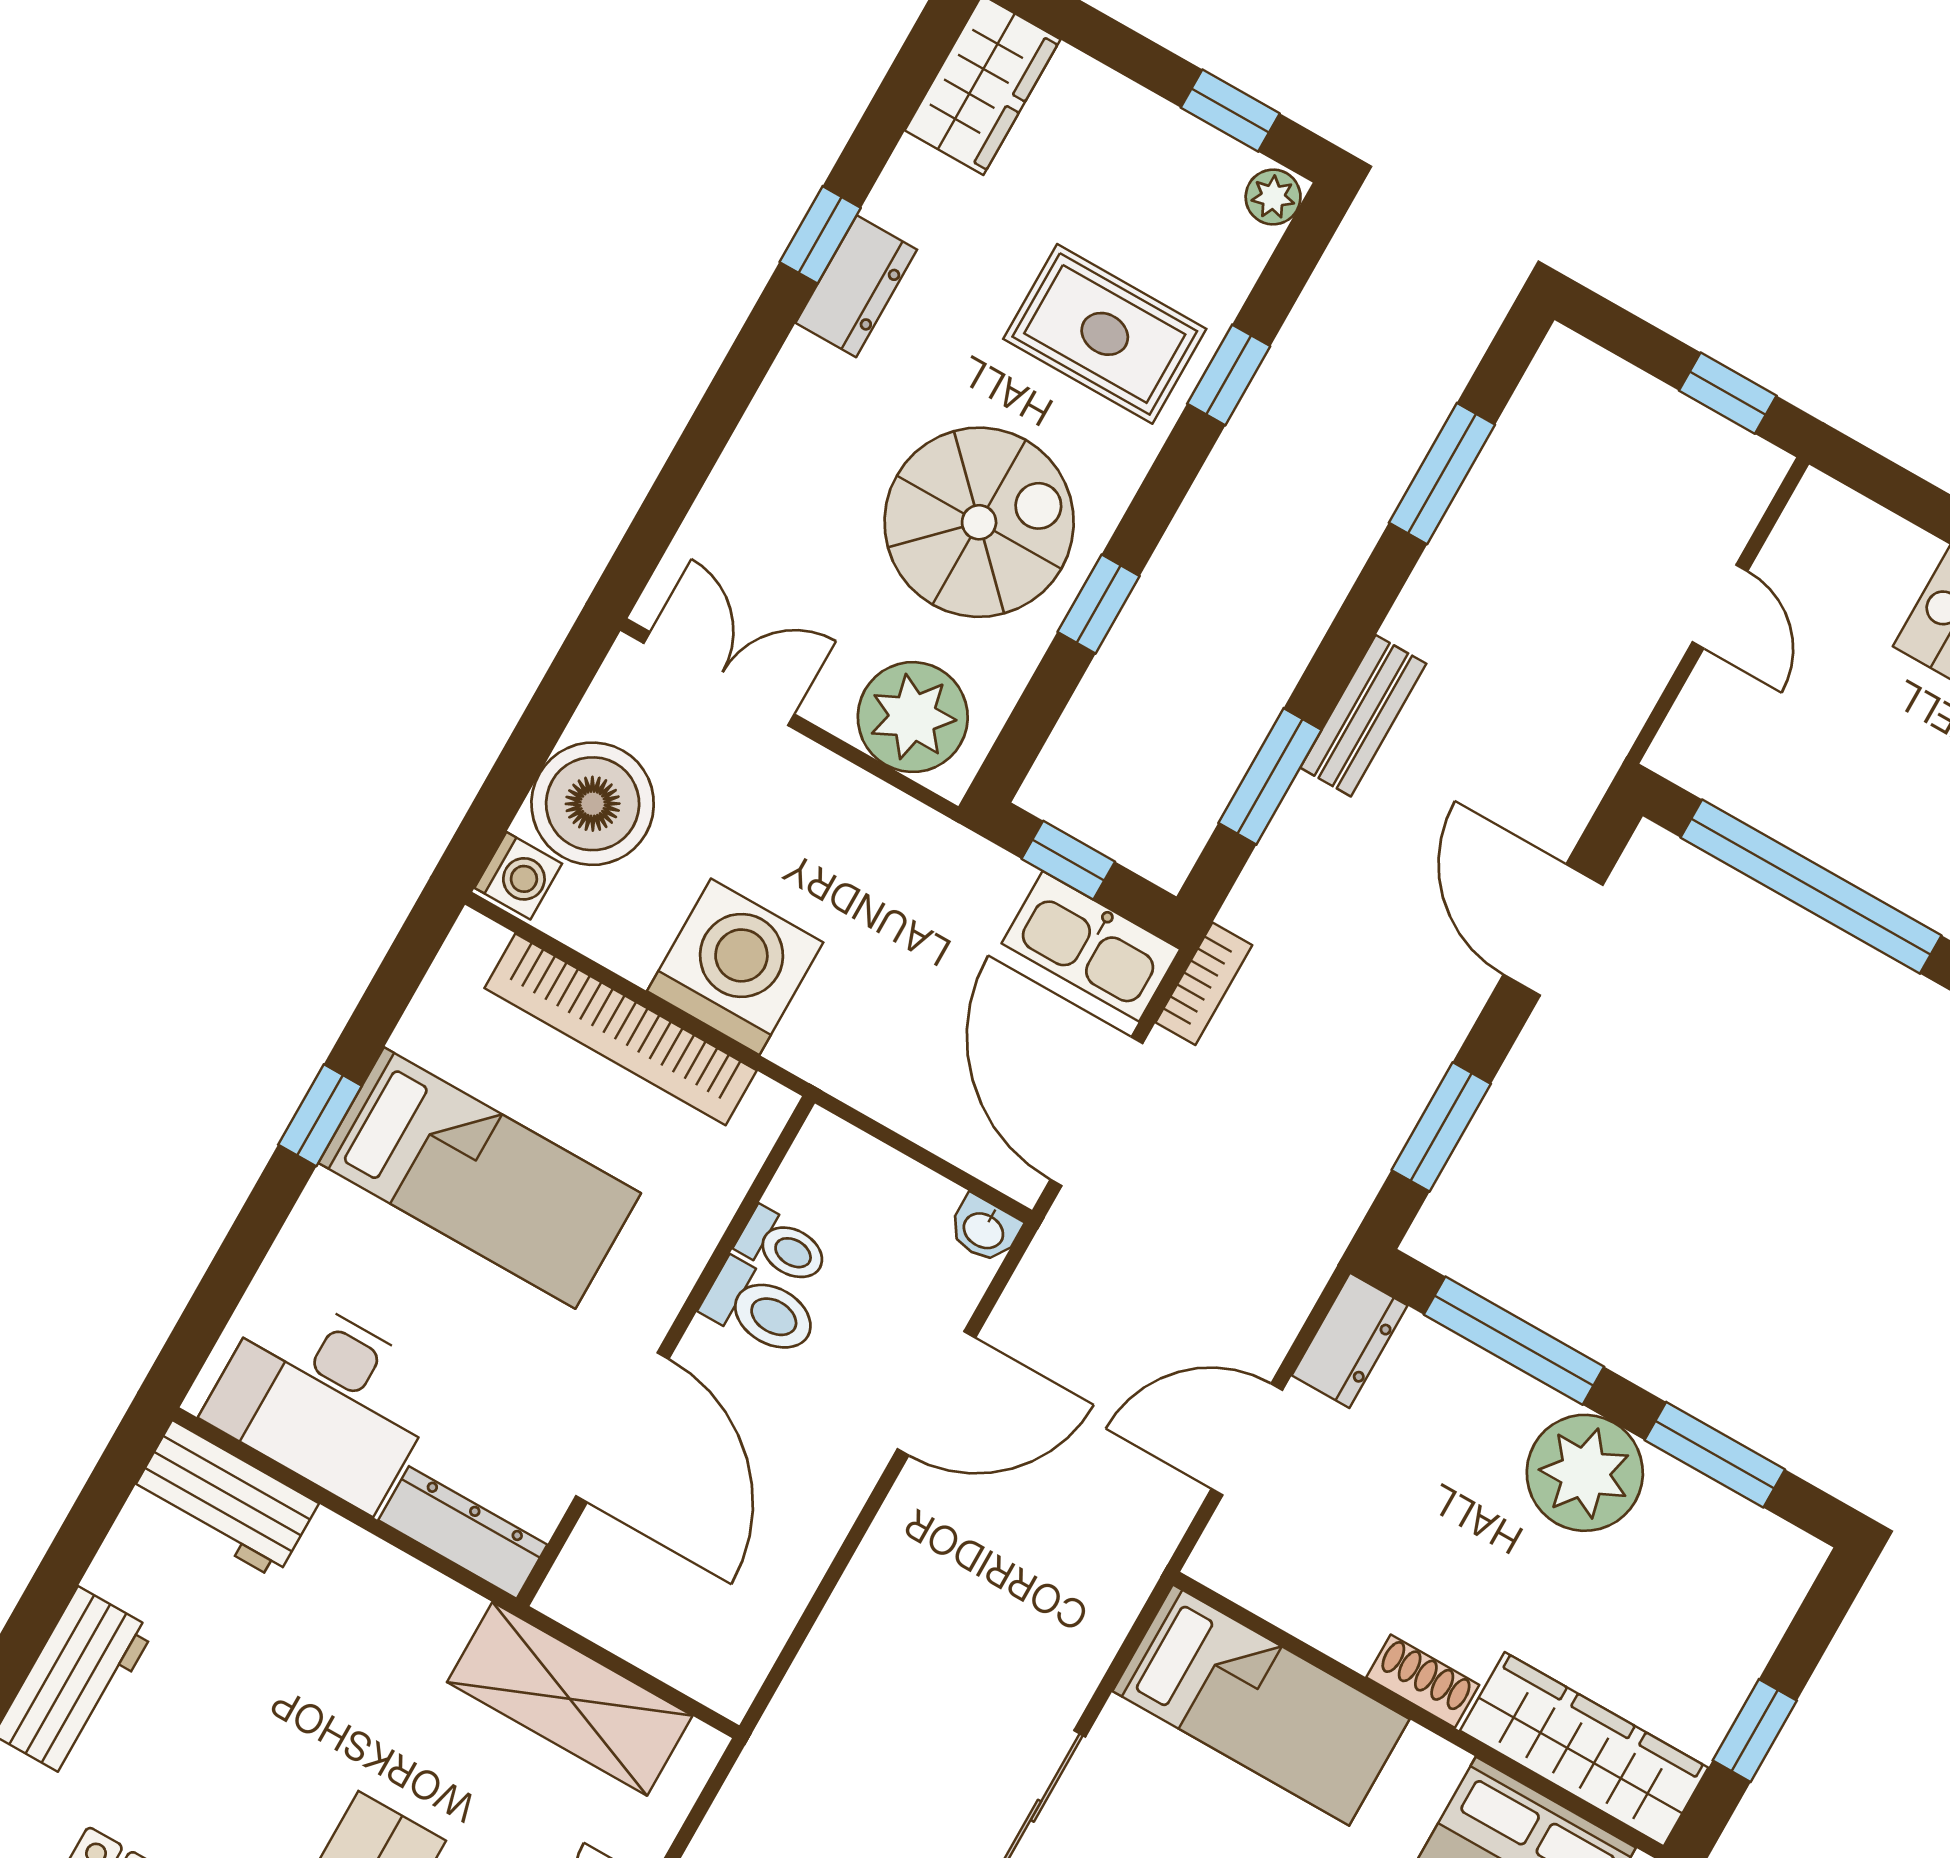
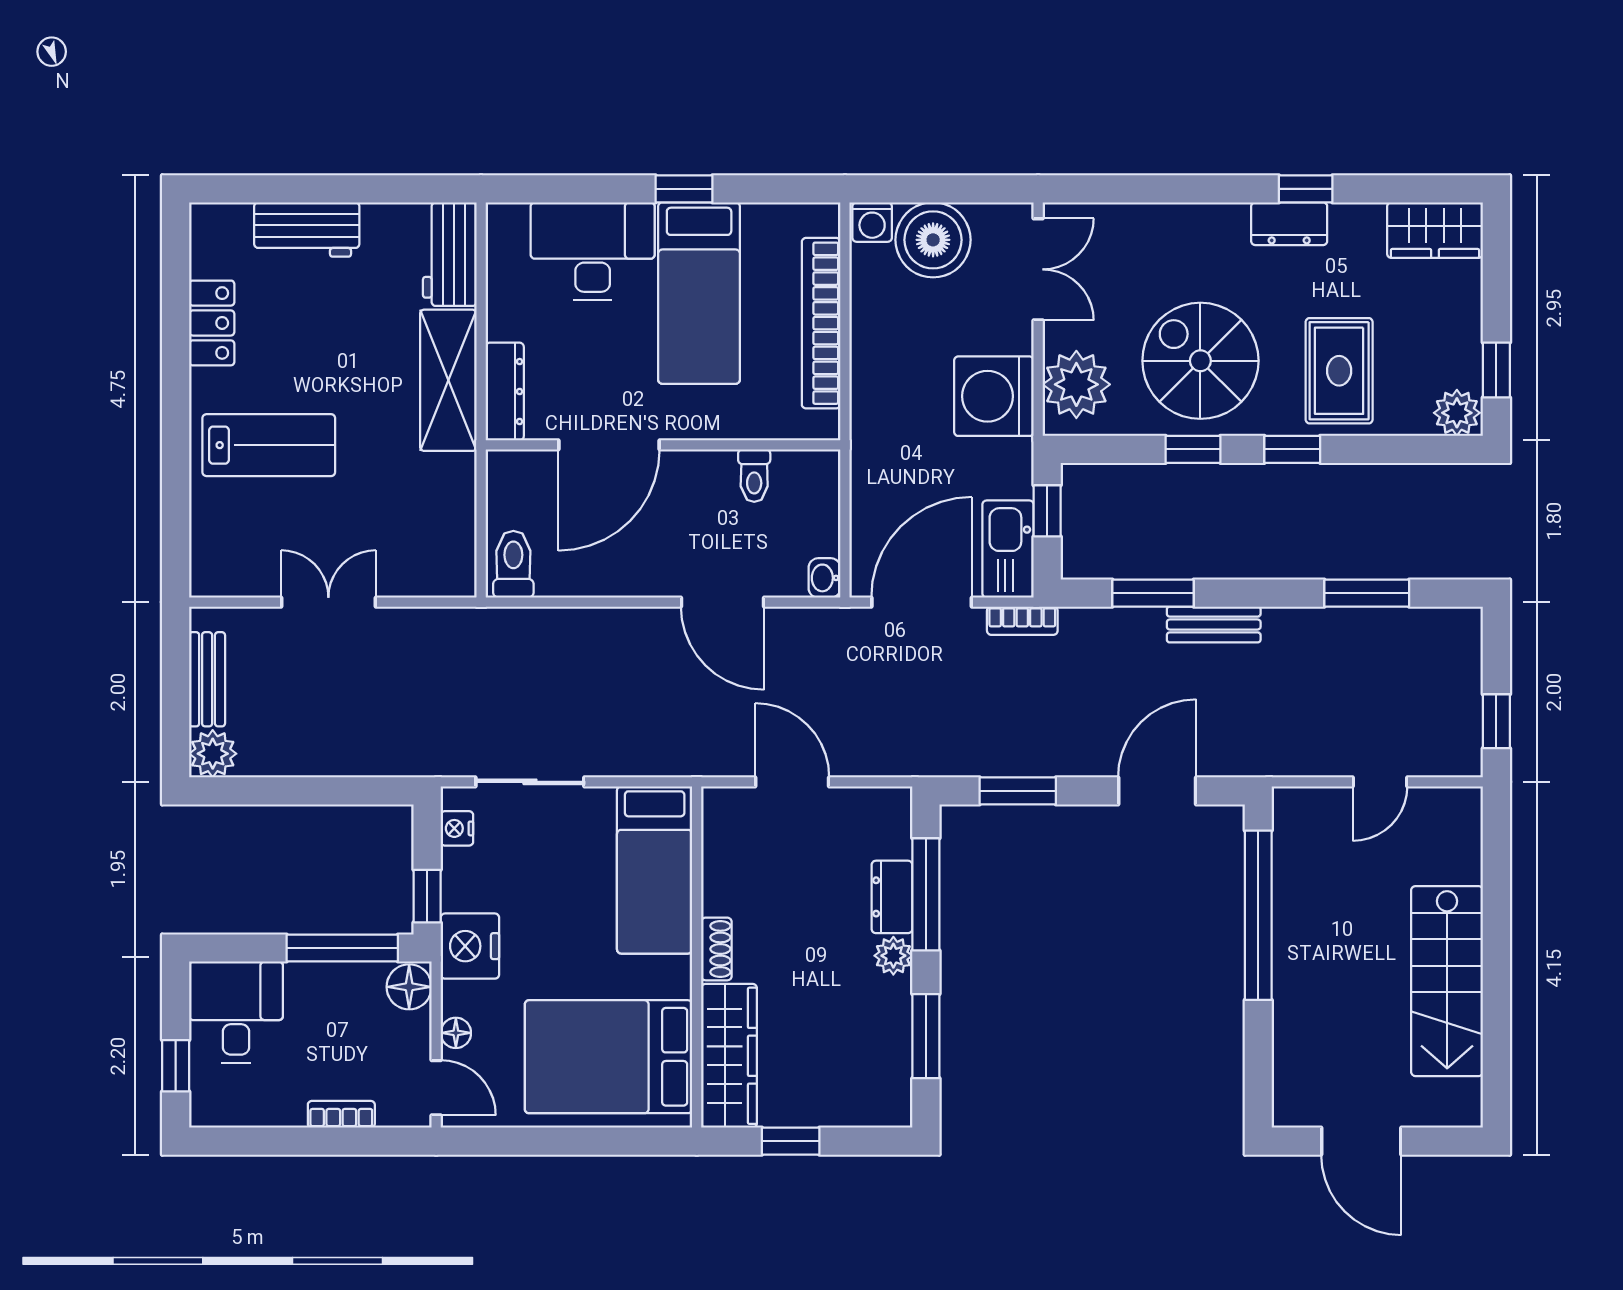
plant: (1273, 197) -> (1457, 413), width x1.38, depth x1.38
window: (1229, 375) -> (1292, 449), moved
spiral stairs: (979, 522) -> (1200, 361), turned 180
washing machine: (735, 967) -> (994, 396), moved, turned 180
toilet: (761, 1309) -> (513, 564), moved, turned 180
dresser: (1350, 1340) -> (892, 897), moved, turned 90
desk: (325, 1399) -> (593, 251), moved, turned 90
plant: (1585, 1473) -> (893, 956), width x0.53, depth x0.53
shelving: (570, 1699) -> (448, 380), moved

